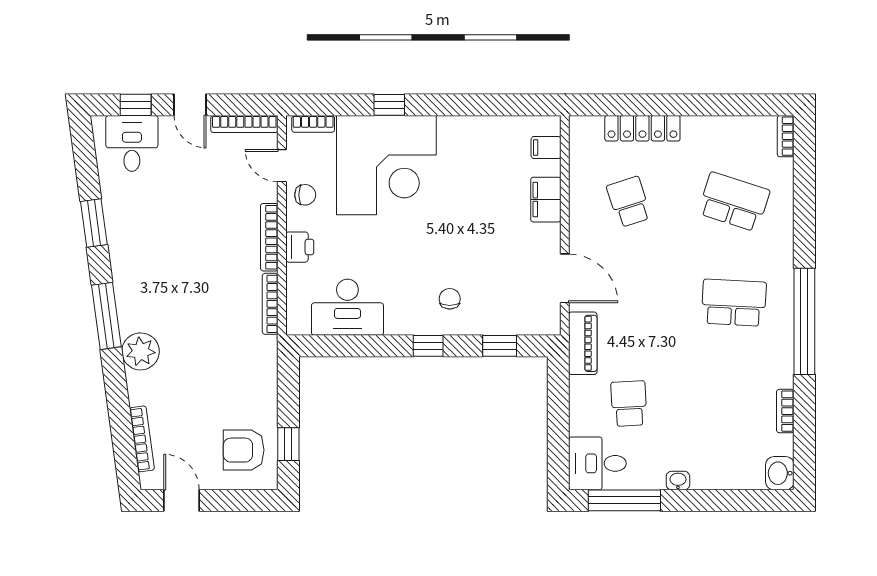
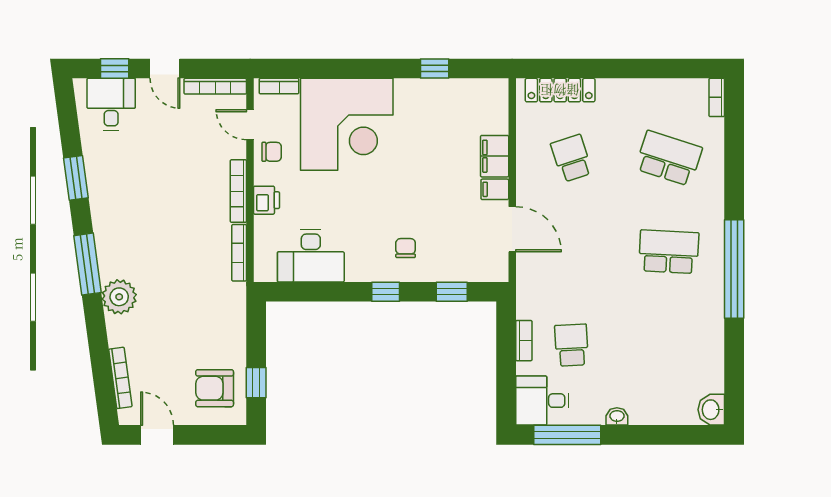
window: (389, 105) -> (435, 69), moved
locker: (642, 128) -> (560, 90), moved
filing cabinet: (546, 148) -> (495, 189), moved
piano: (583, 343) -> (529, 289), removed
bookcase: (785, 411) -> (524, 341), moved, turned 180

